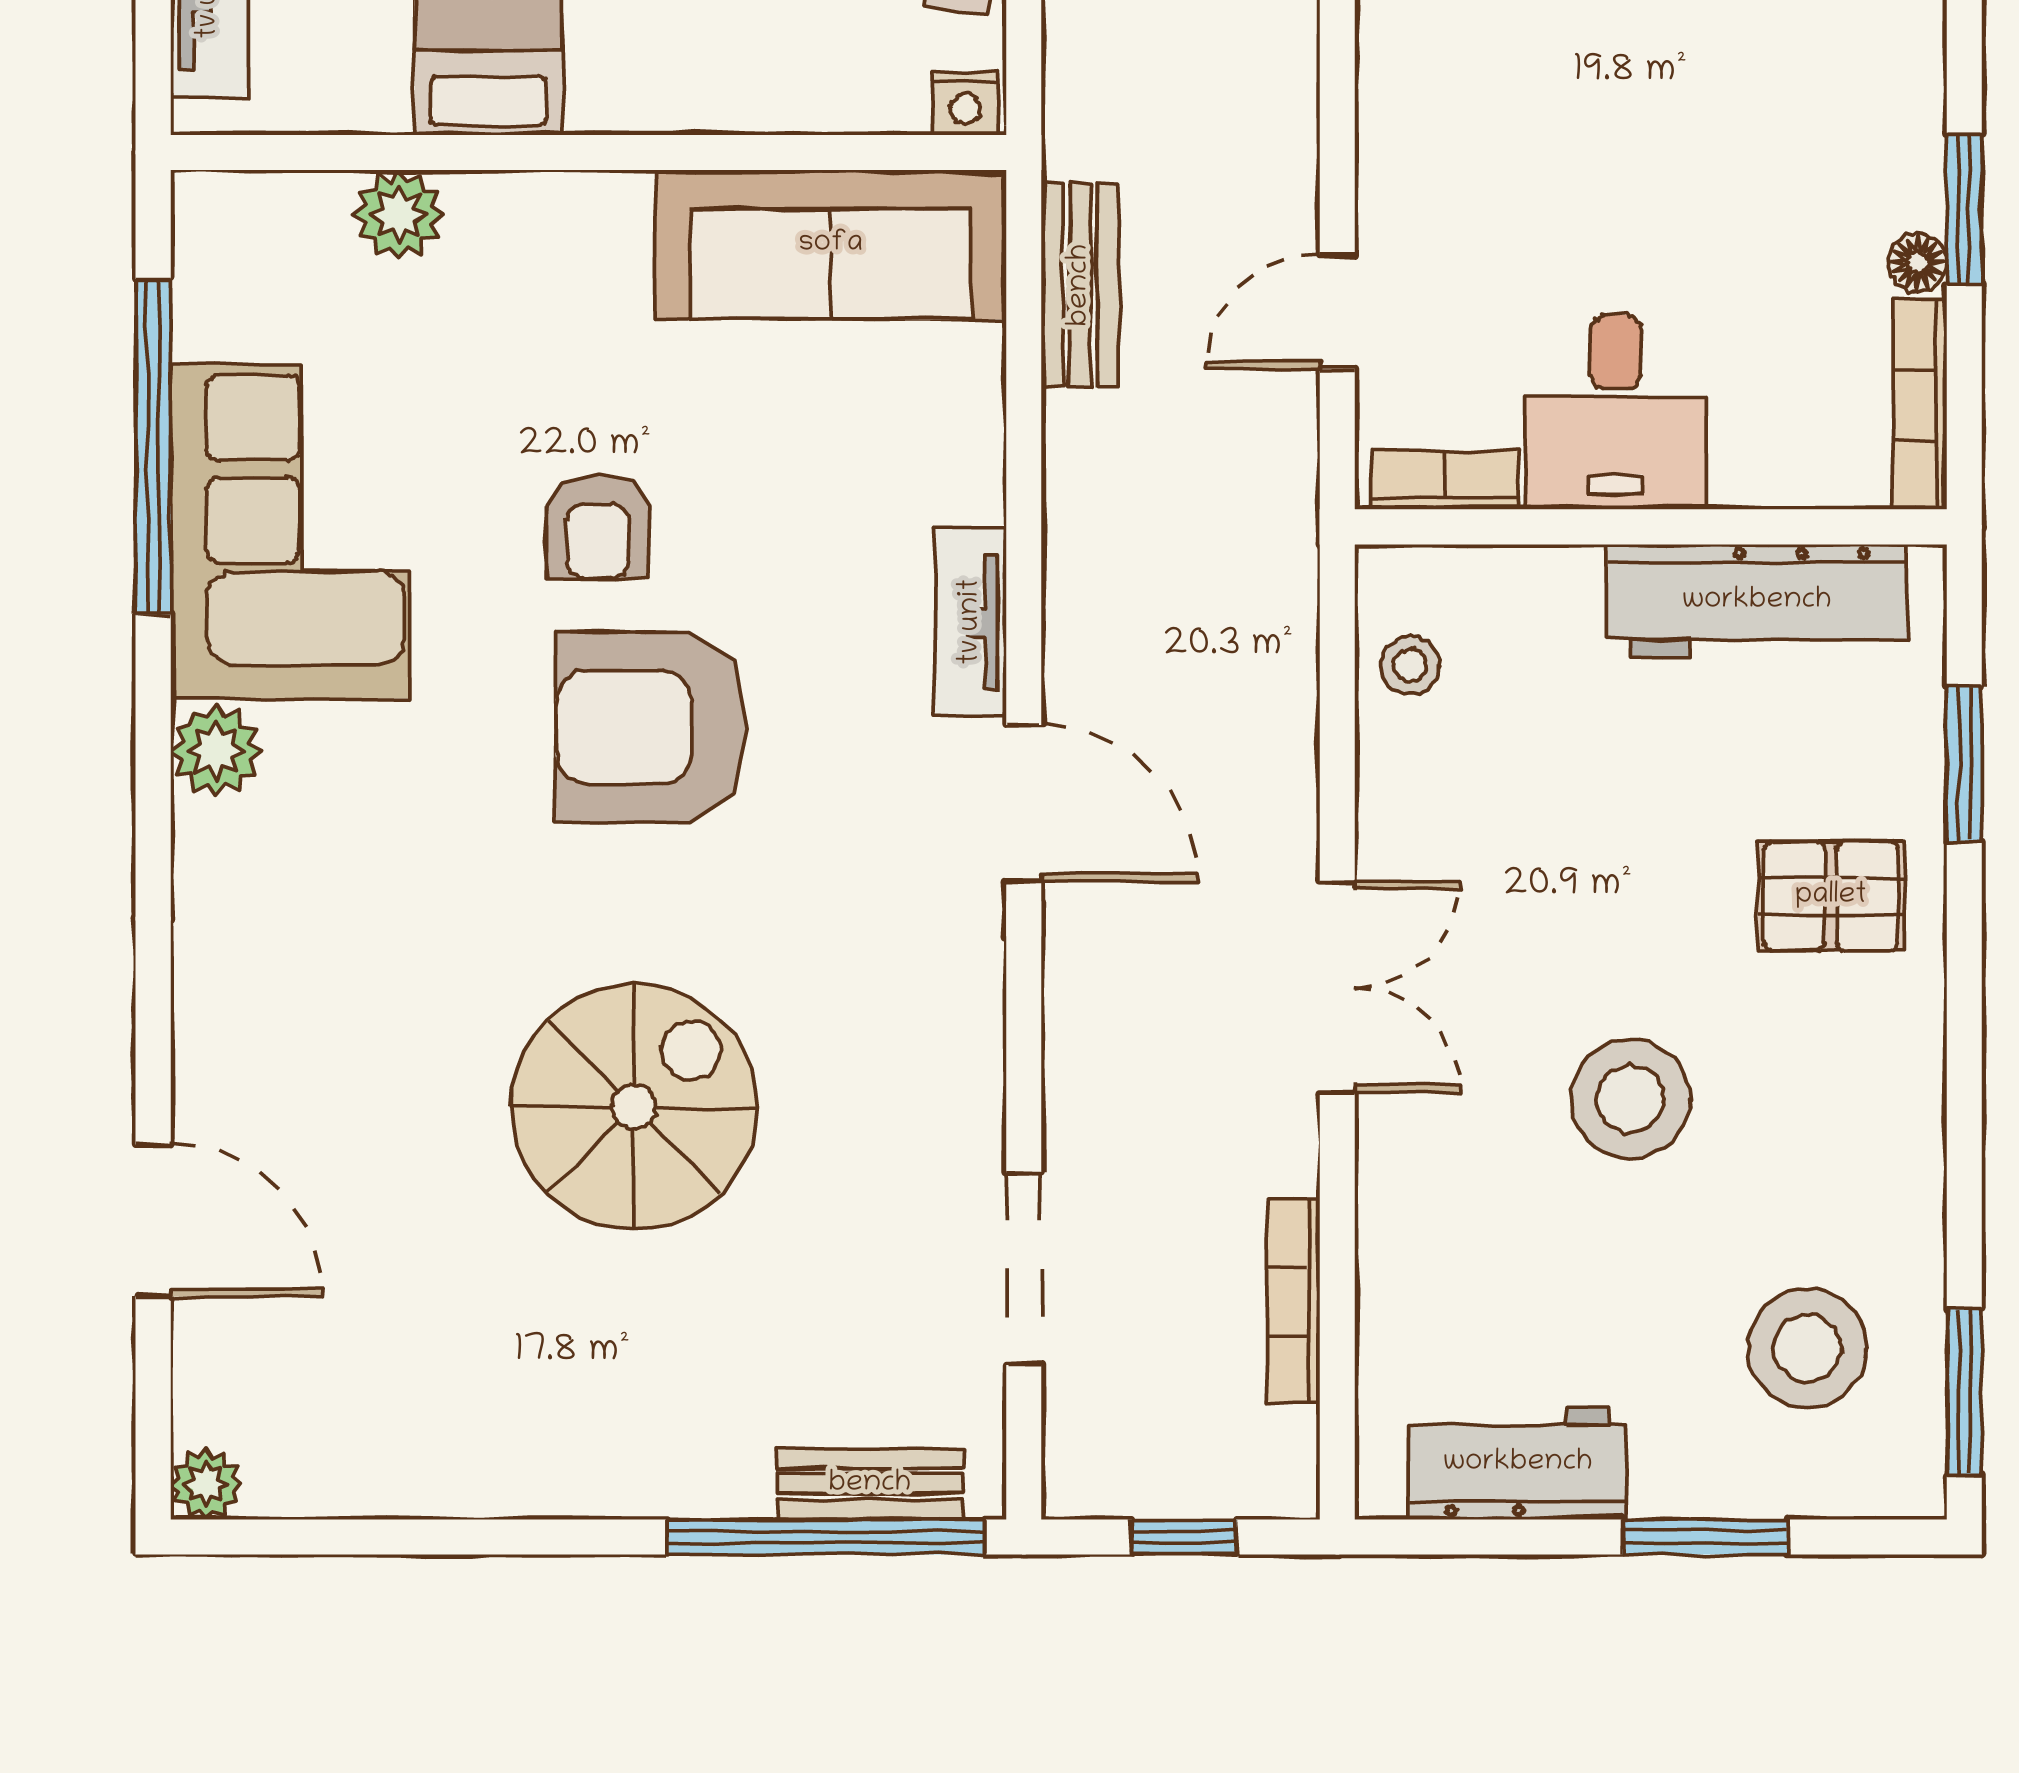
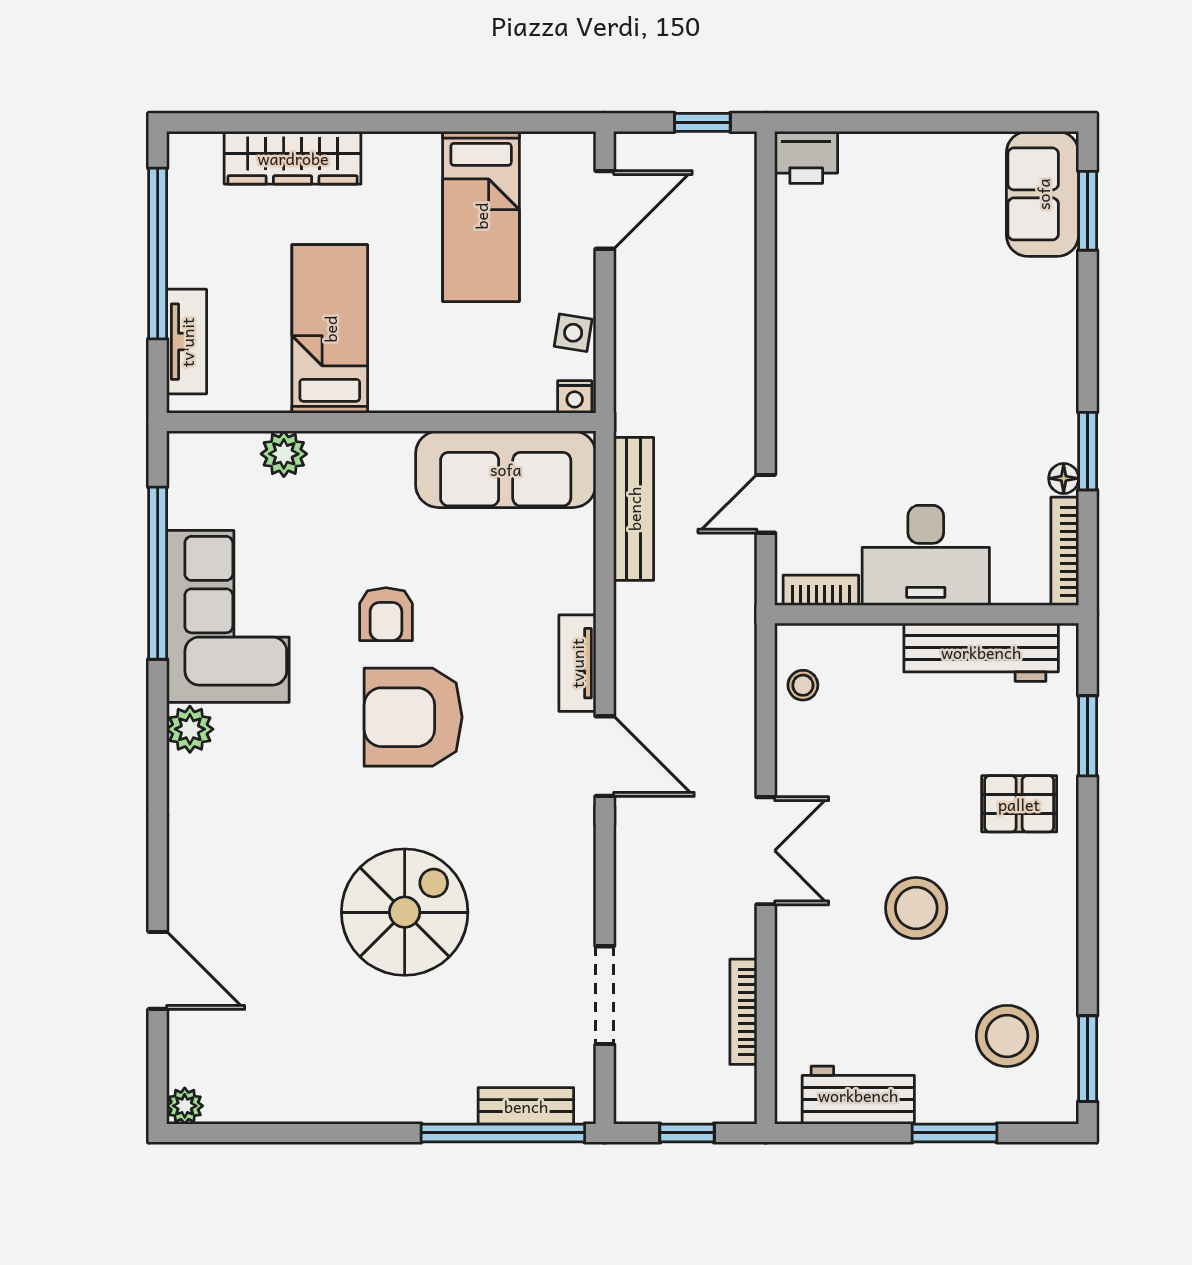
bench: (1080, 285) -> (634, 509), width x1.36
desk: (1615, 412) -> (926, 555), width x1.37

